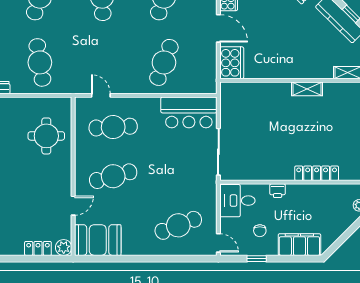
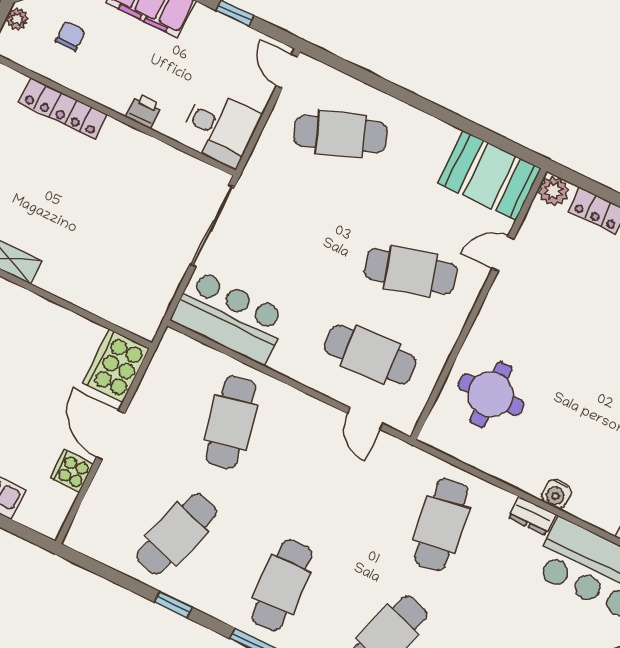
cafe table: (164, 62) -> (231, 422), turned -33
chair: (260, 231) -> (70, 36), moved

